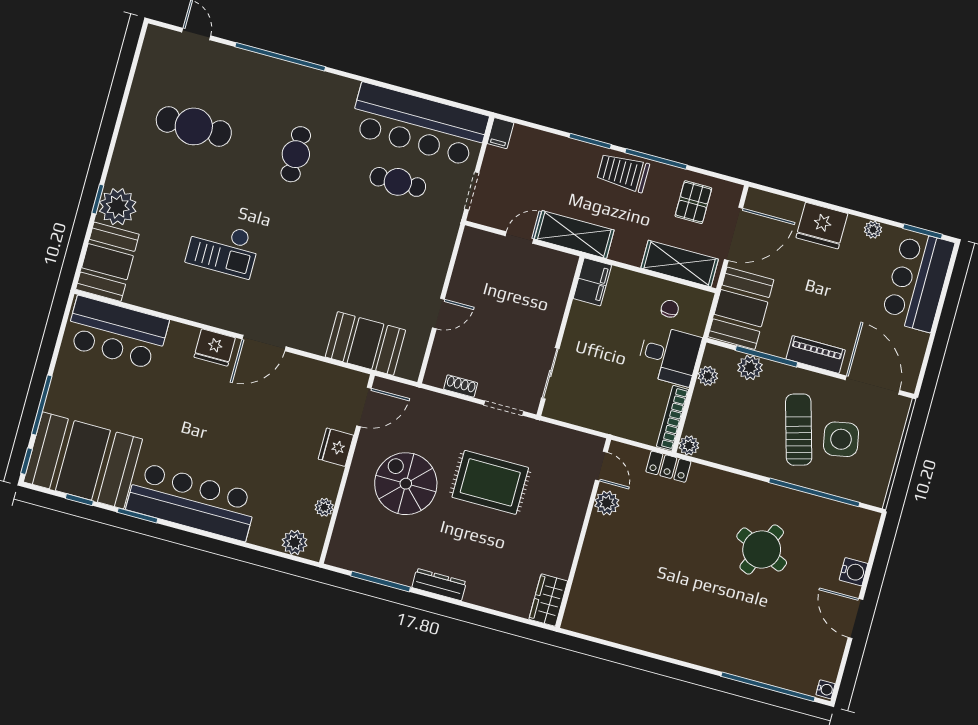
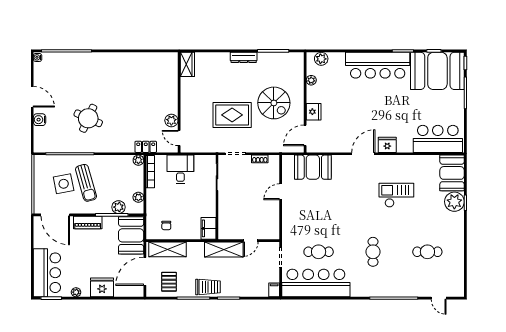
cafe table: (194, 126) -> (427, 252), width x0.73, depth x0.74
desk: (669, 355) -> (180, 169), moved, turned 90

